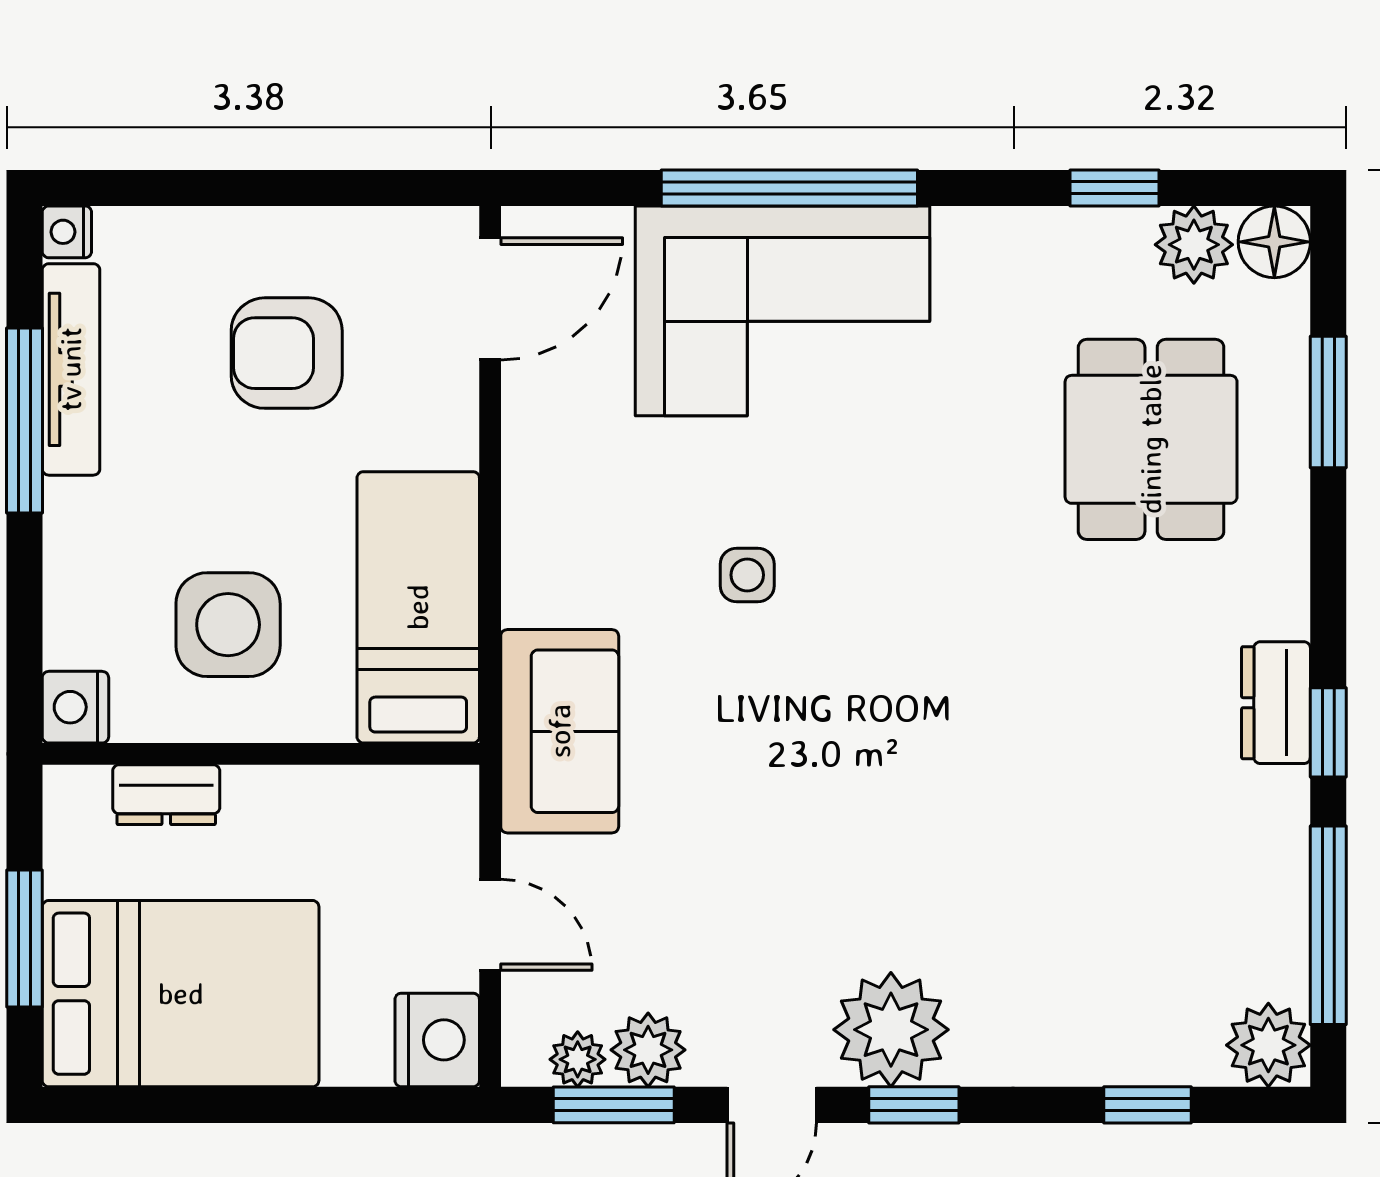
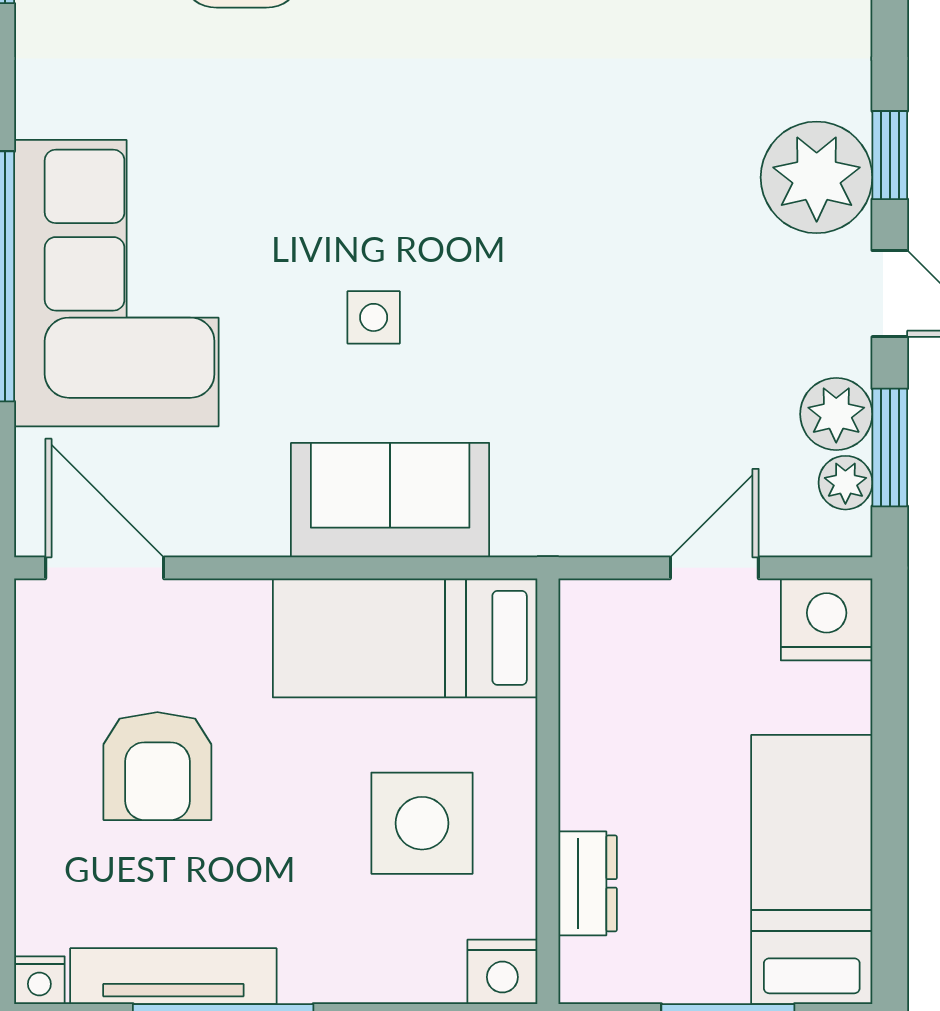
sofa: (560, 731) -> (390, 500), moved
bed: (181, 994) -> (812, 869), width x0.67

